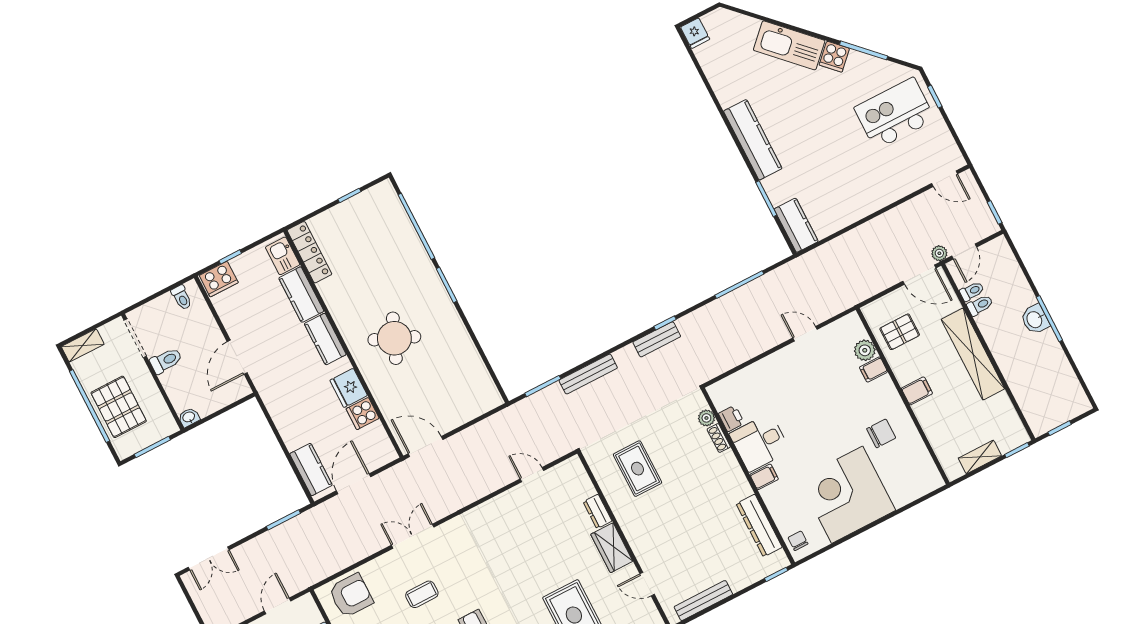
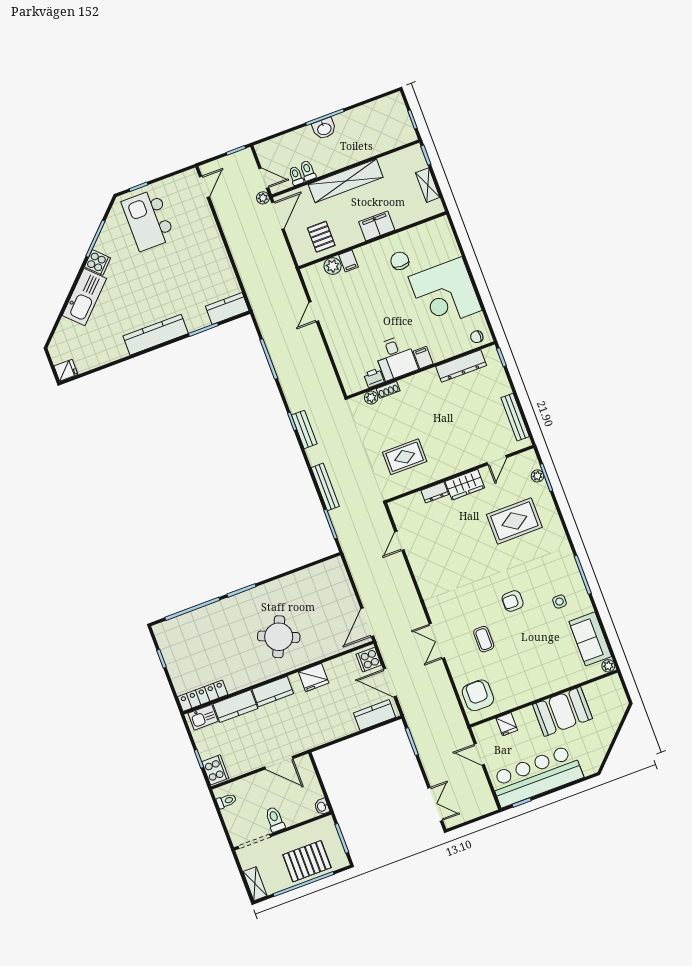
filing cabinet: (917, 391) -> (377, 226), width x2.00
cooker: (363, 413) -> (369, 660), moved, turned 90

